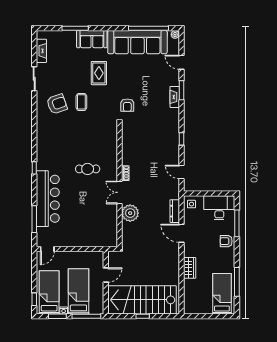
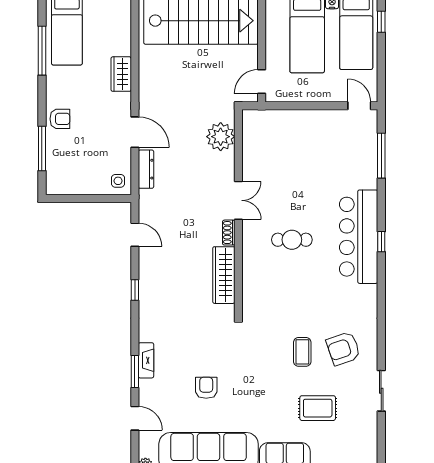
fireplace: (41, 51) -> (369, 437), removed
rug: (99, 73) -> (318, 408), moved, turned 90
armchair: (127, 105) -> (206, 388), moved
wardrobe: (128, 148) -> (224, 275), added
bar counter: (48, 199) -> (359, 237), moved
desk: (219, 208) -> (71, 175), removed
plant: (130, 213) -> (221, 137), moved
door: (47, 249) -> (359, 106), hinge flipped
door: (106, 275) -> (262, 82), moved

